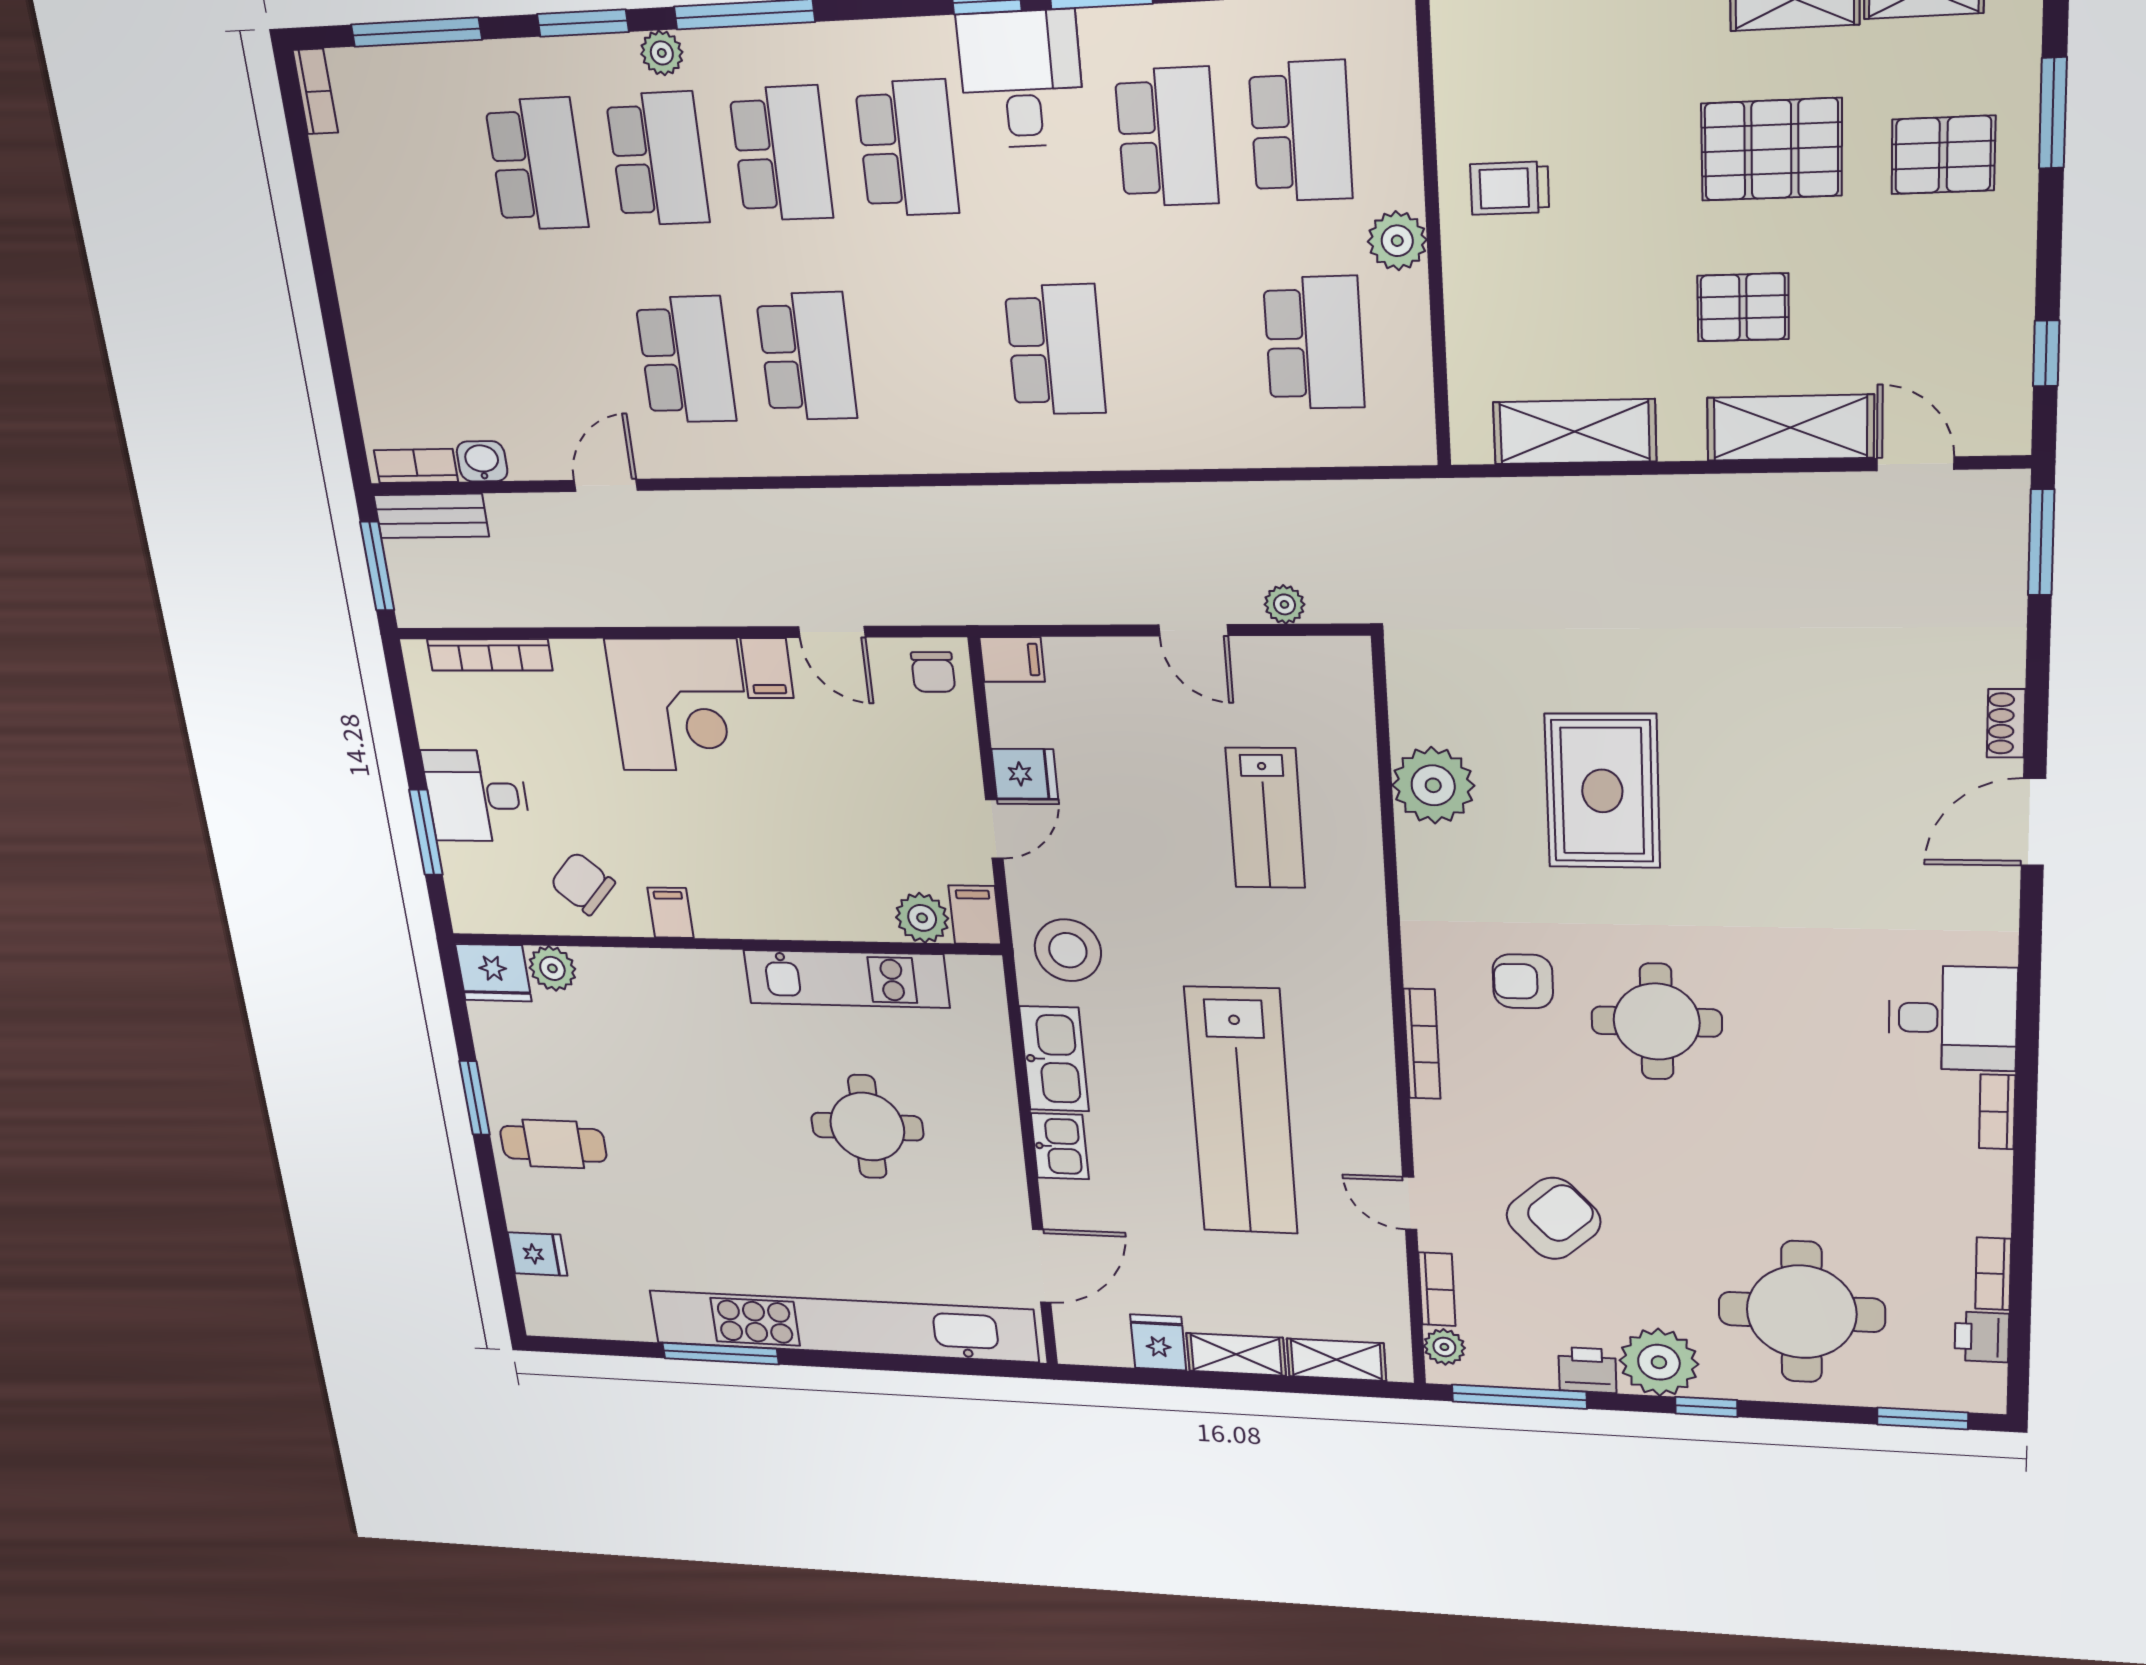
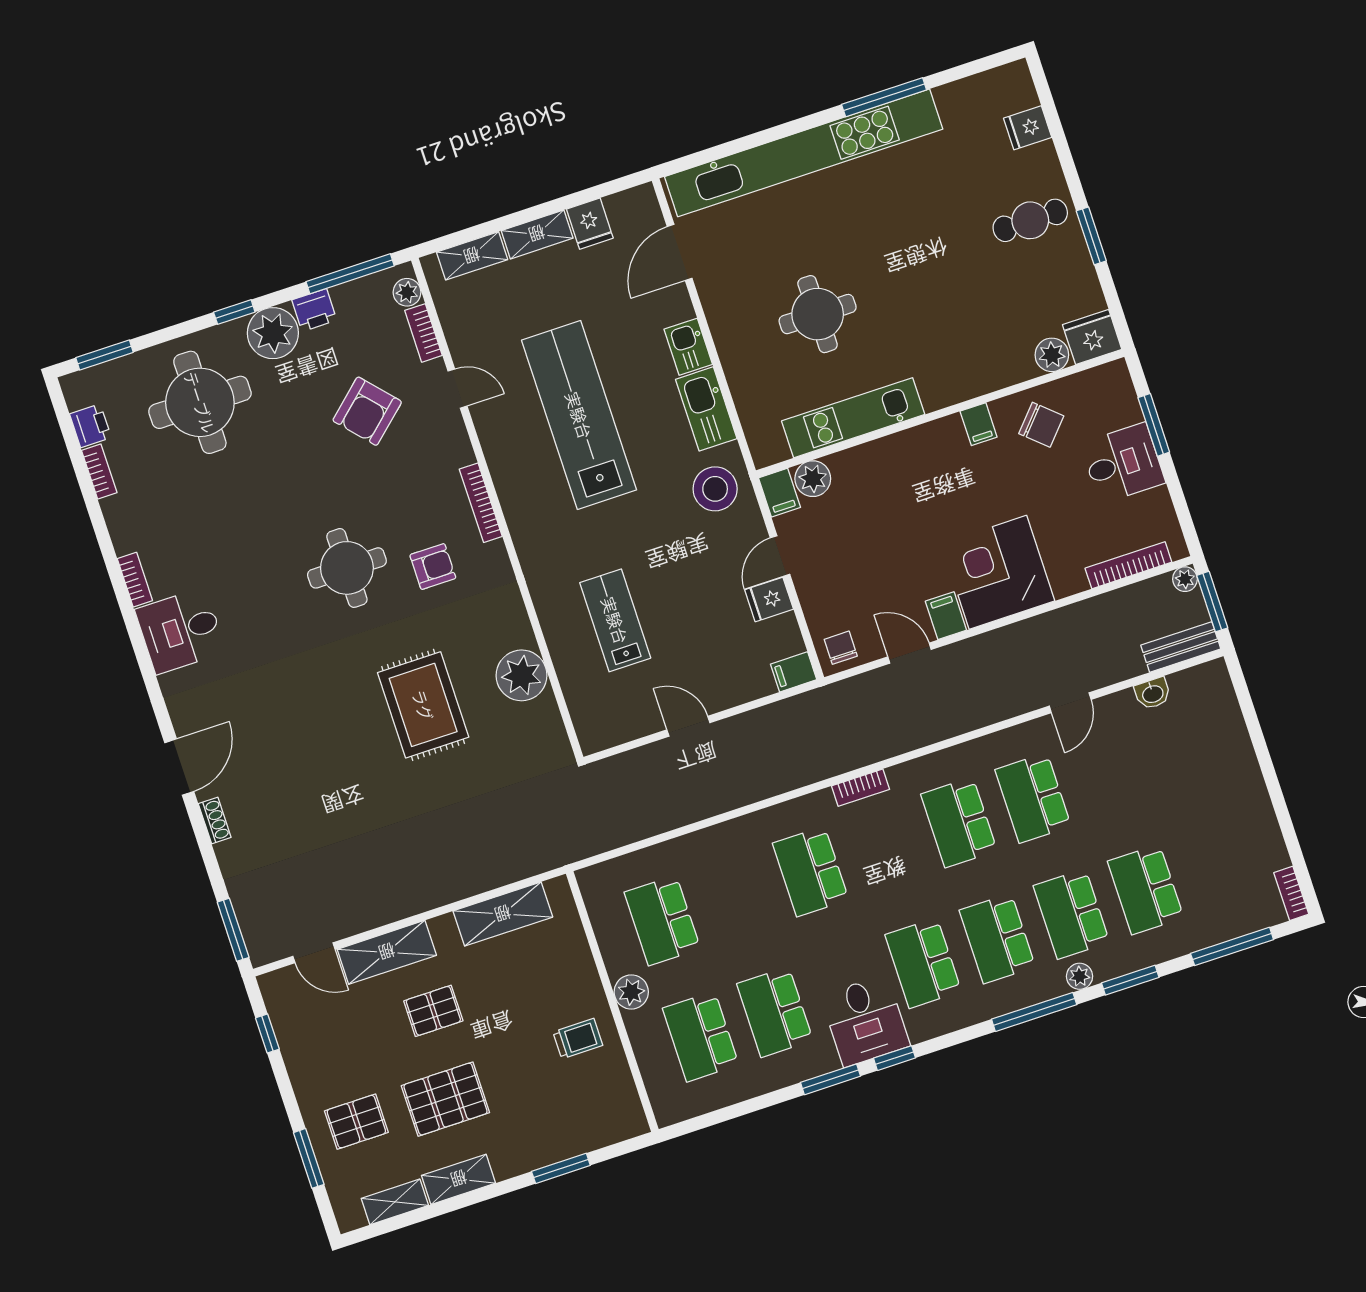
bookcase: (416, 466) -> (861, 788), moved
plant: (1284, 604) -> (1185, 579), moved

